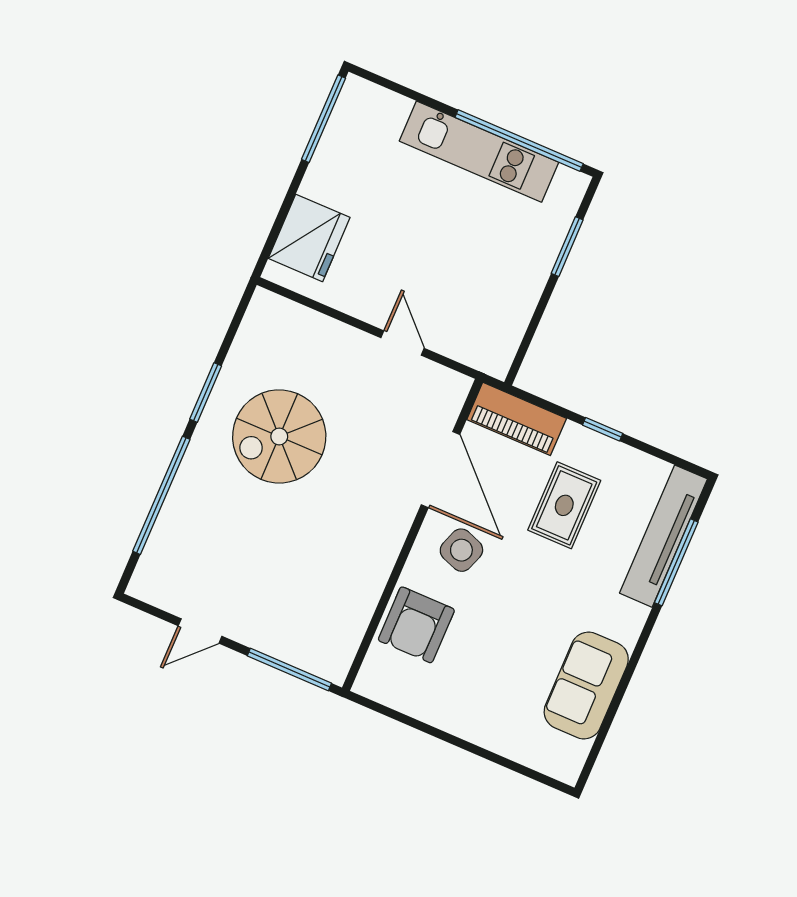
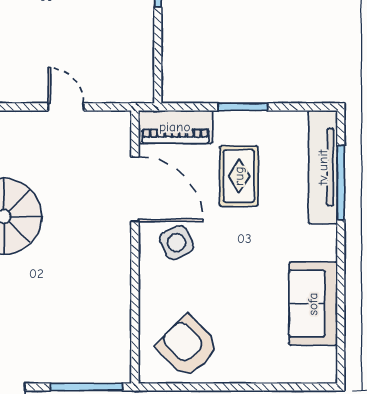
window: (603, 429) -> (243, 107), width x1.50
side table: (461, 550) -> (176, 243), turned 45
armchair: (416, 625) -> (188, 346), moved, turned 135

